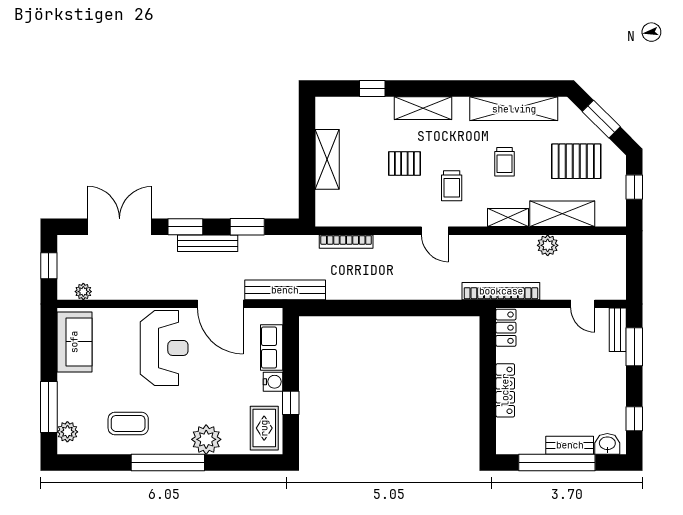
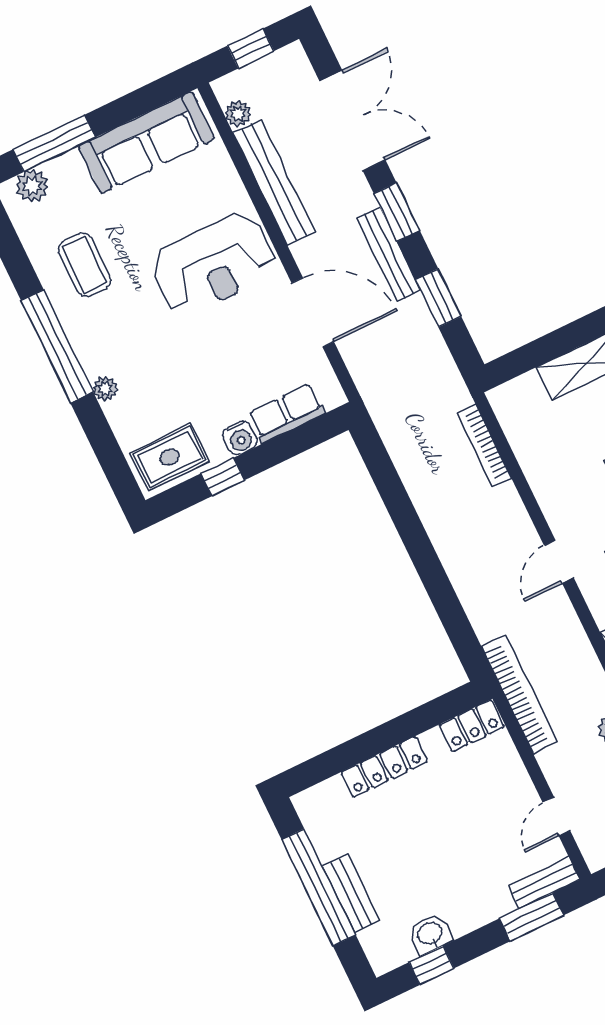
bench: (285, 290) -> (274, 182), moved
door: (220, 304) -> (313, 312), swing flipped
sofa: (74, 342) -> (147, 142), width x1.36
plant: (206, 439) -> (105, 389), width x0.53, depth x0.53
washbasin: (607, 444) -> (430, 934), moved, turned -90

